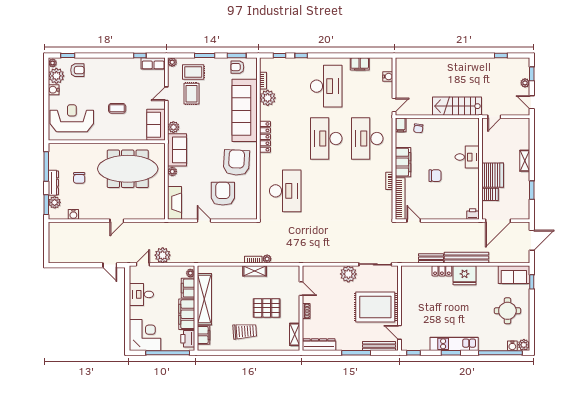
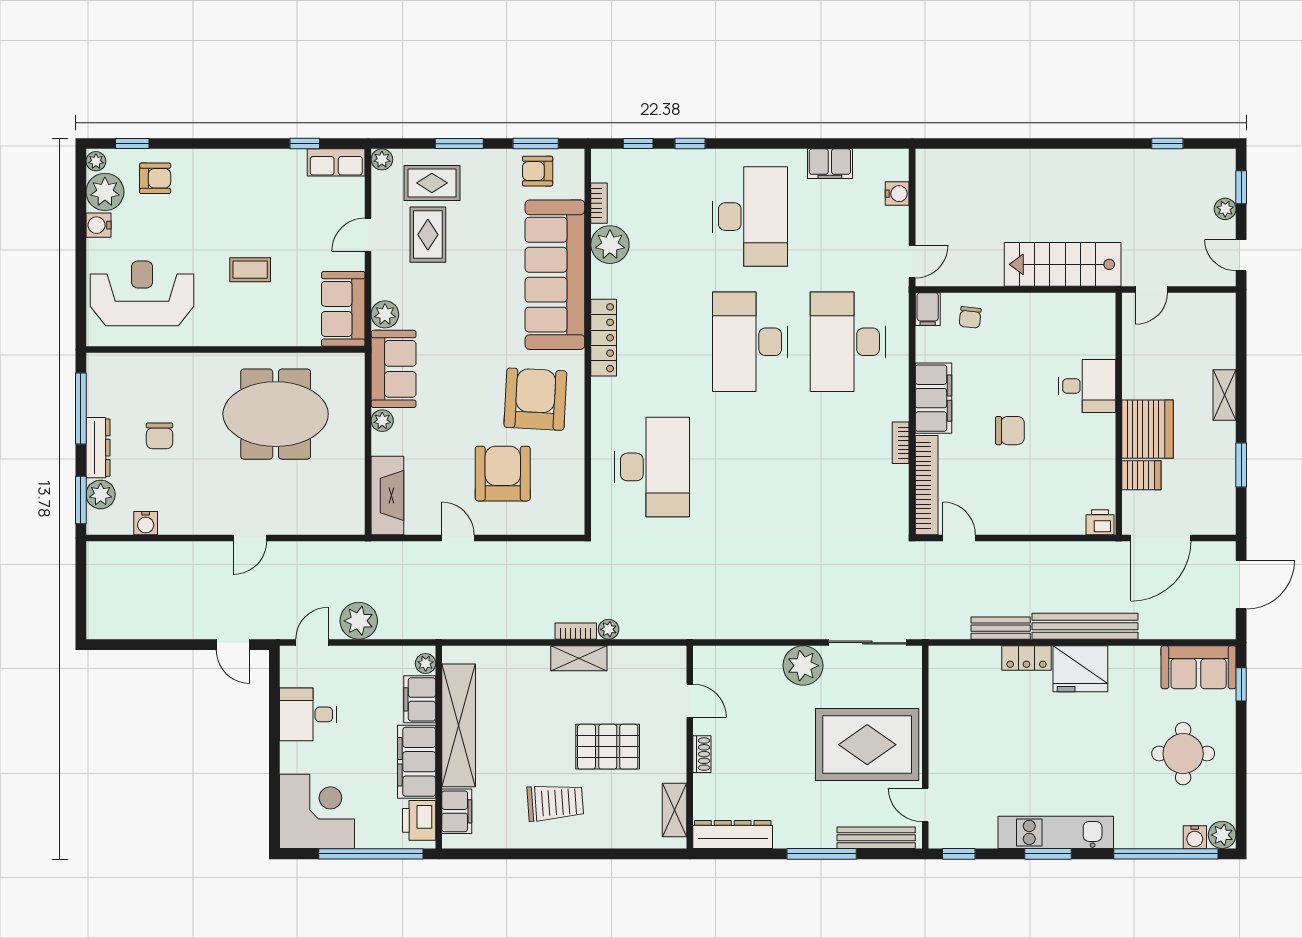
meeting table: (128, 169) -> (276, 414), width x0.73

